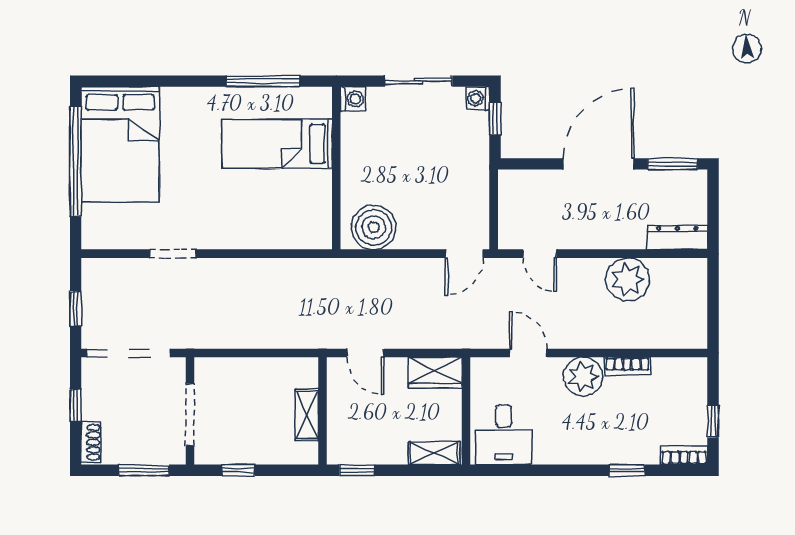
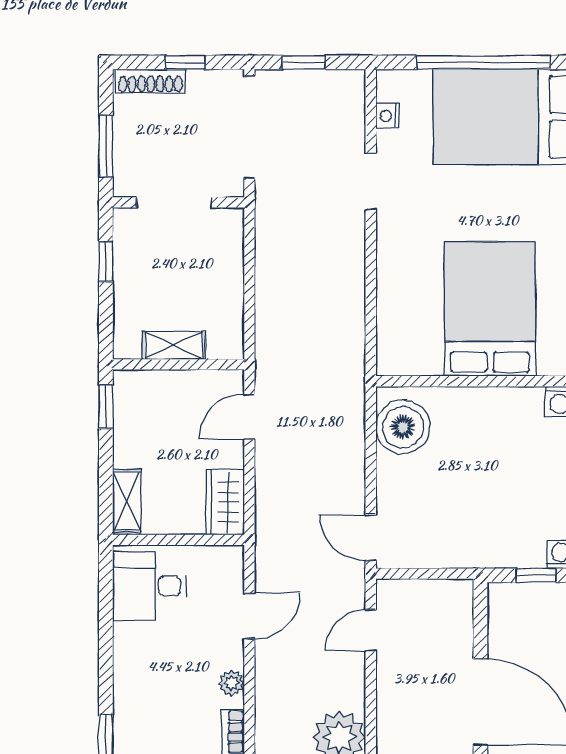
bed: (277, 144) -> (490, 309), width x1.50
nightstand: (119, 240) -> (387, 116), added
plant: (583, 377) -> (232, 683), width x0.53, depth x0.53
shoe rack: (91, 442) -> (151, 81), width x1.43

